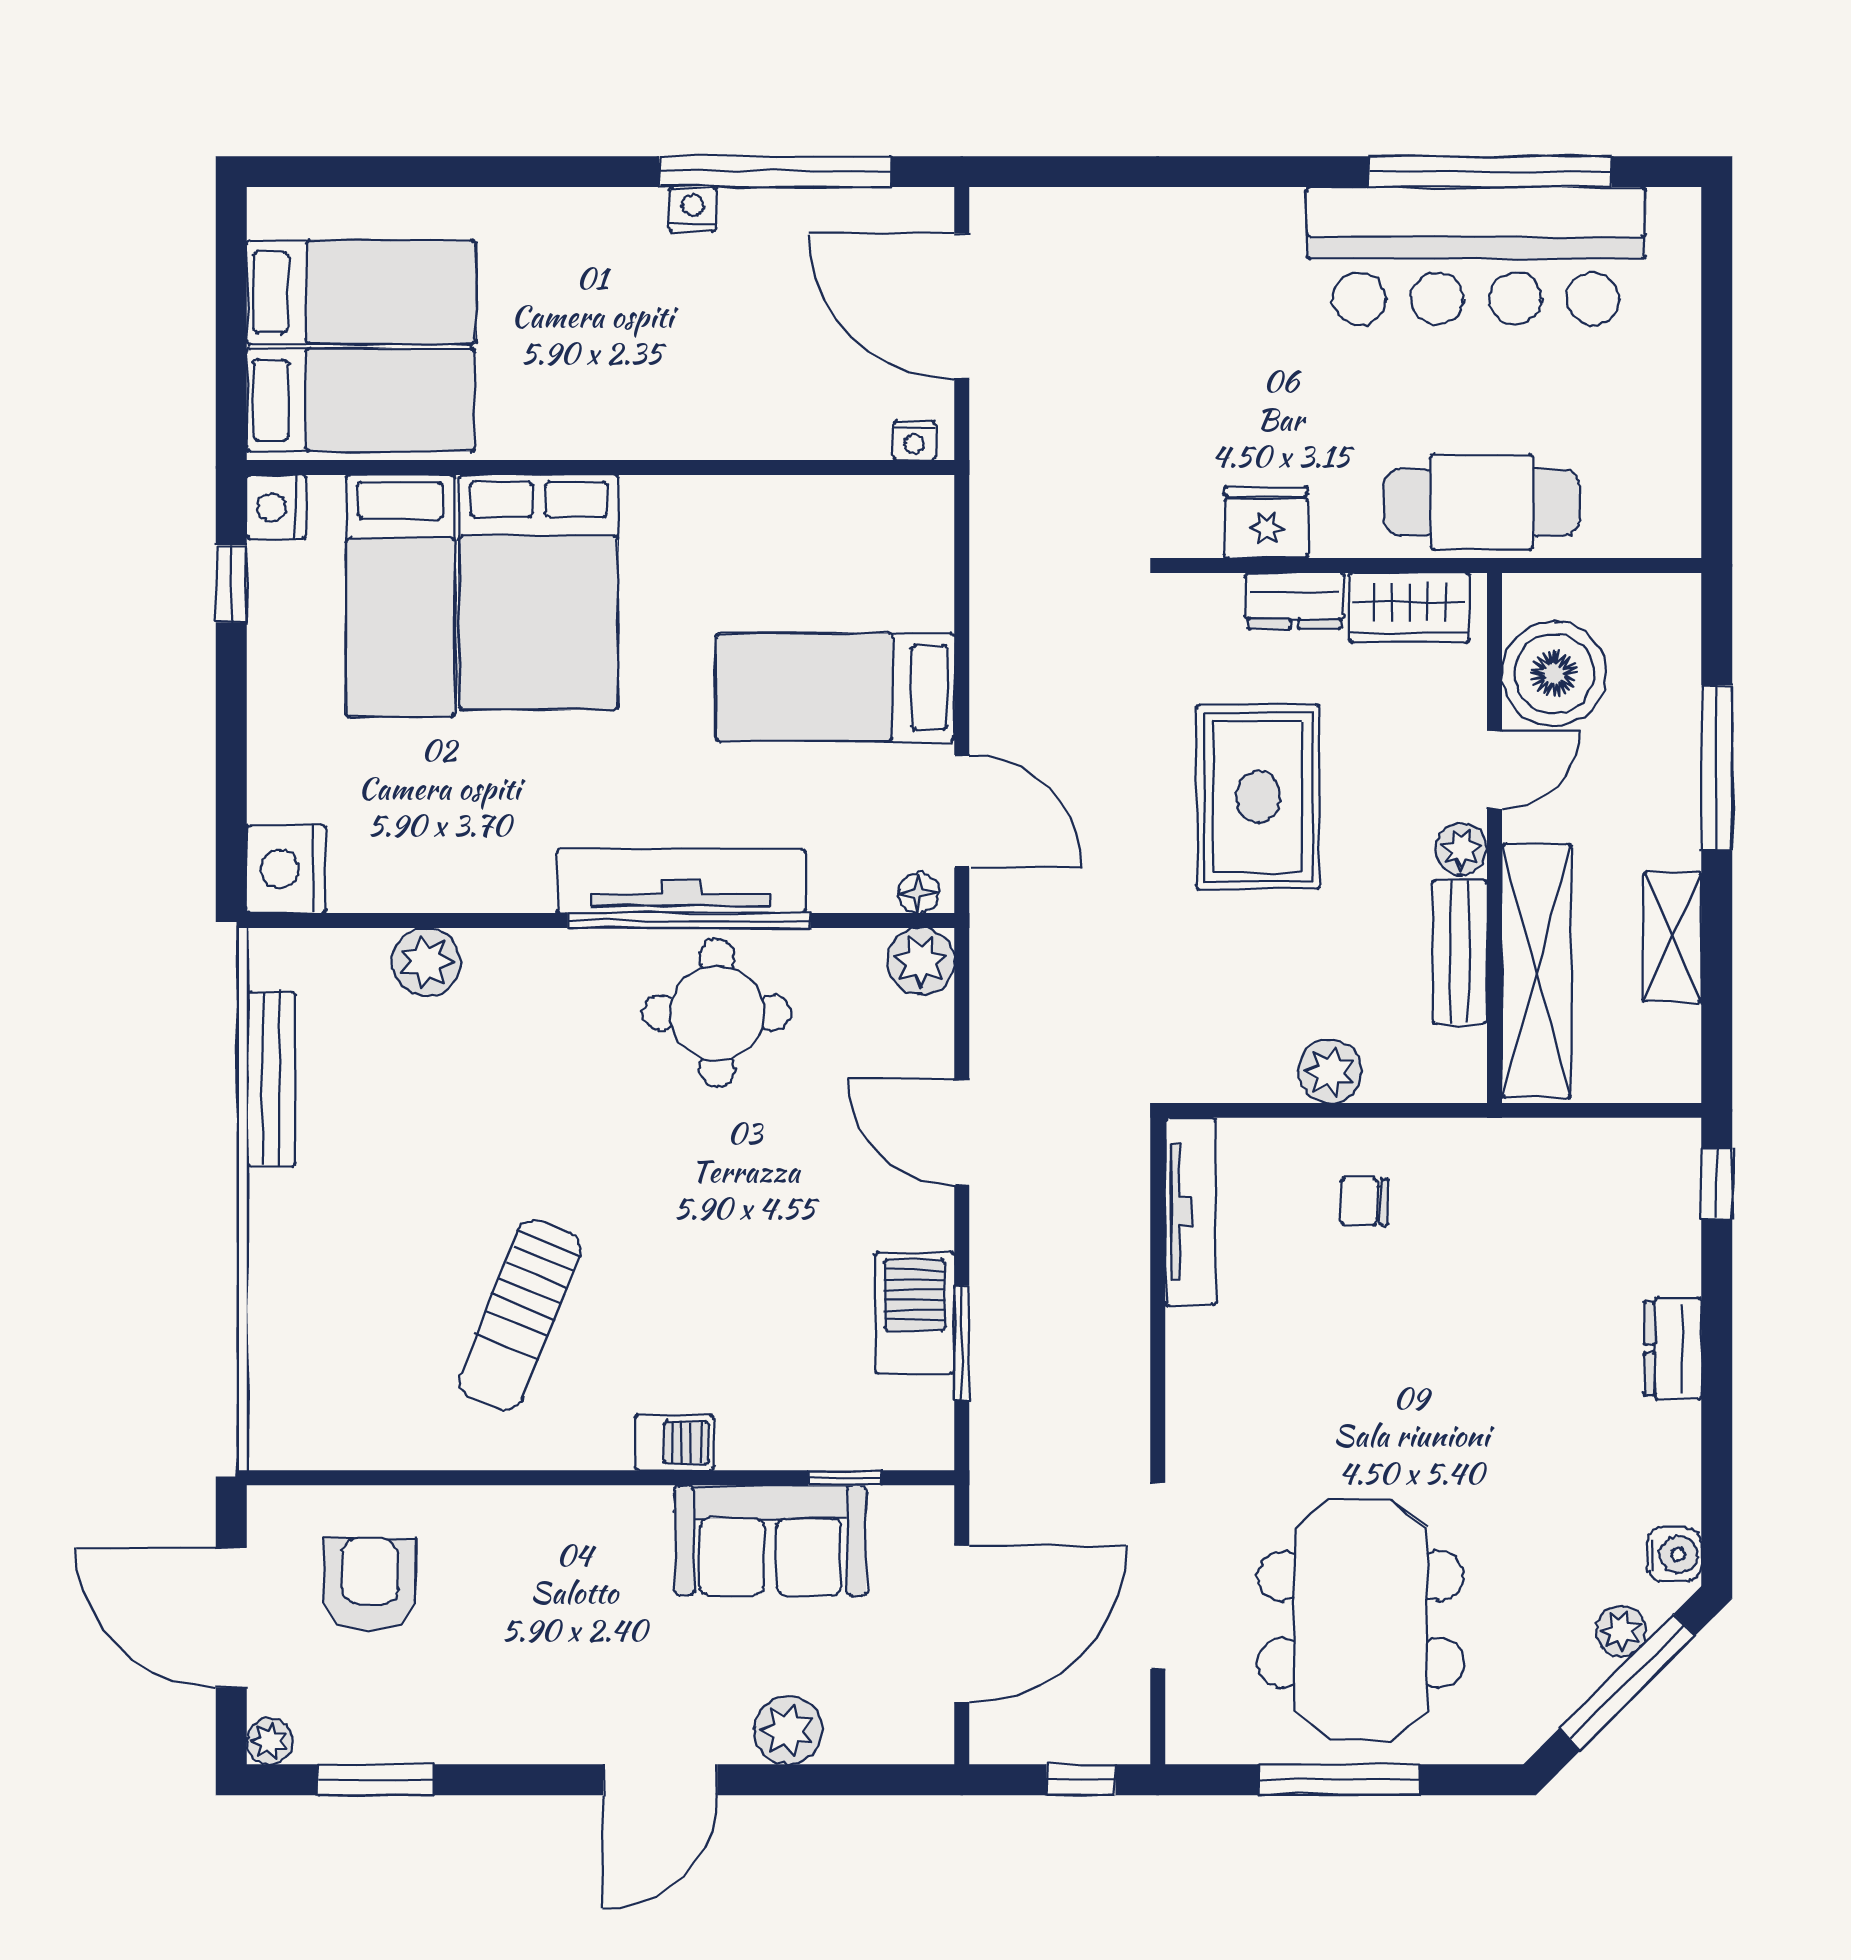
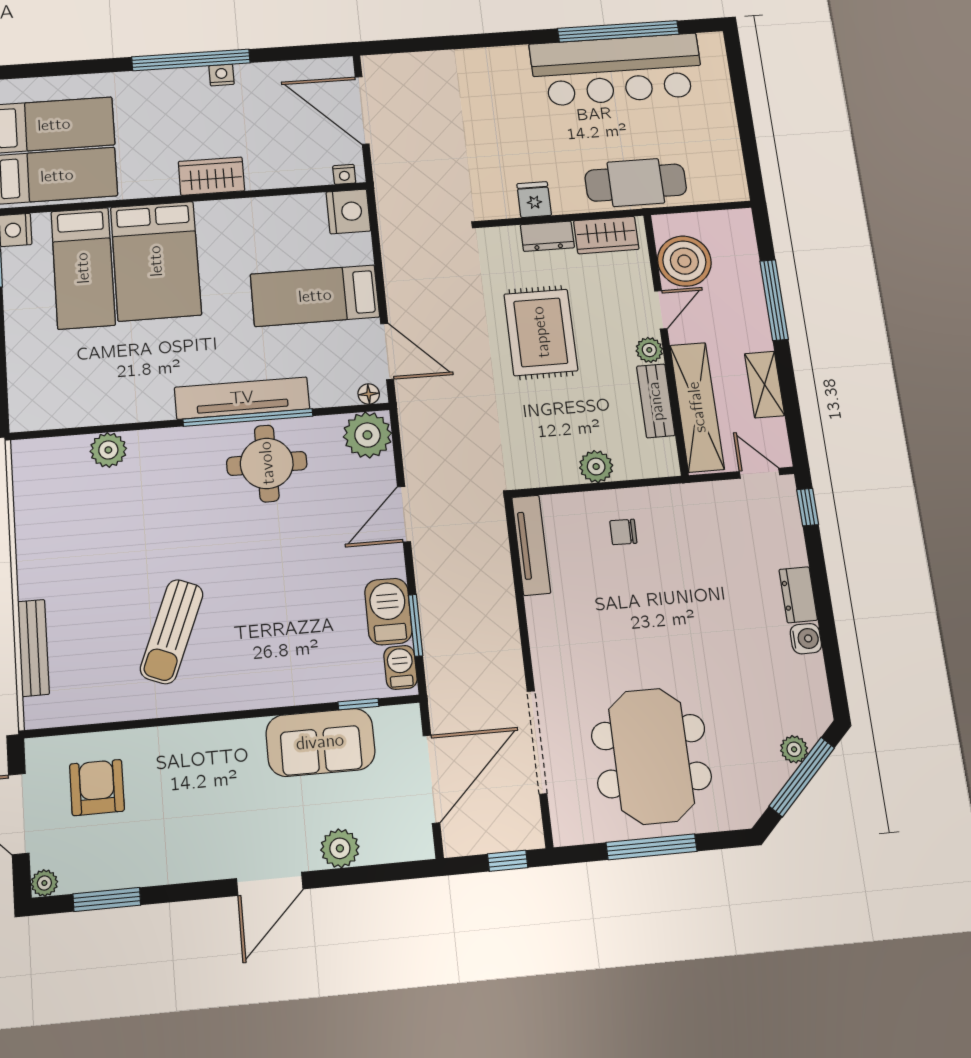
window: (775, 172) -> (191, 60), moved
wardrobe: (657, 424) -> (211, 176), added
fridge: (1266, 522) -> (534, 200), width x0.72
nightstand: (286, 869) -> (348, 211), moved, turned 180
plant: (921, 961) -> (367, 435), width x1.36, depth x1.36
bench: (271, 1079) -> (33, 648), moved
door: (1636, 1110) -> (760, 473), added
door: (962, 1132) -> (404, 514), hinge flipped
barbecue: (674, 1443) -> (400, 667), moved, turned -90
water cooler: (1674, 1554) -> (806, 639), moved

